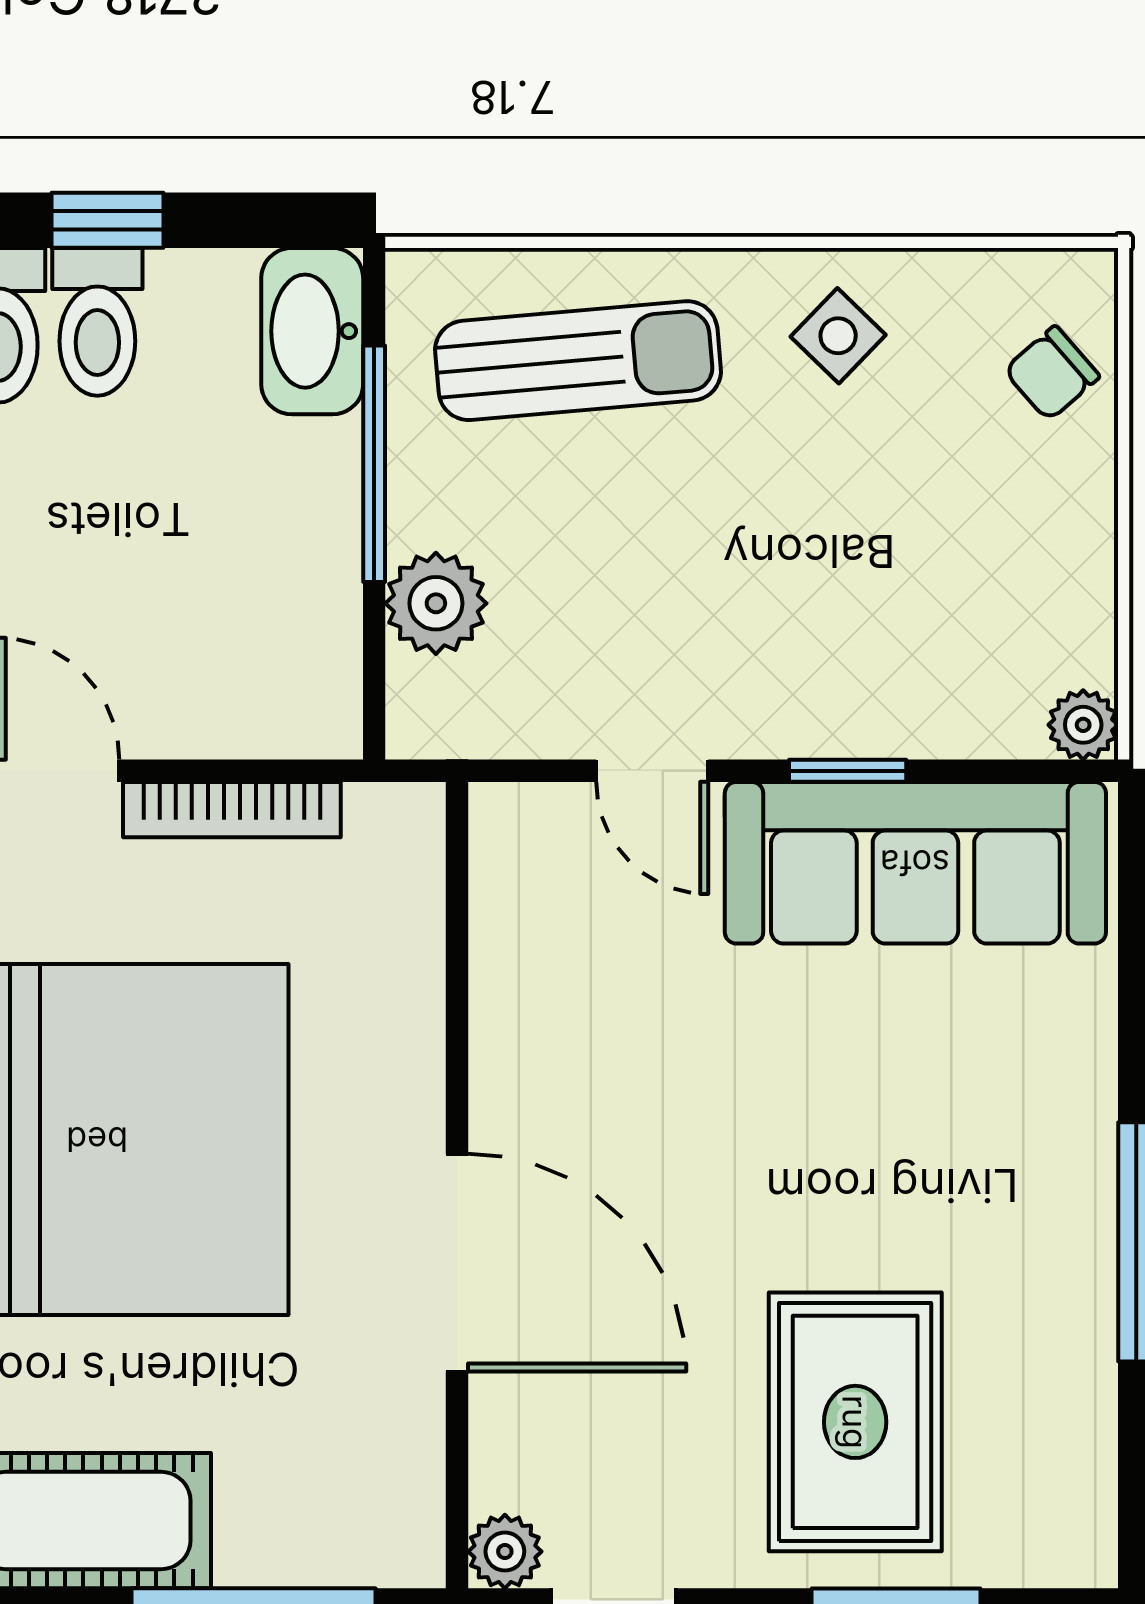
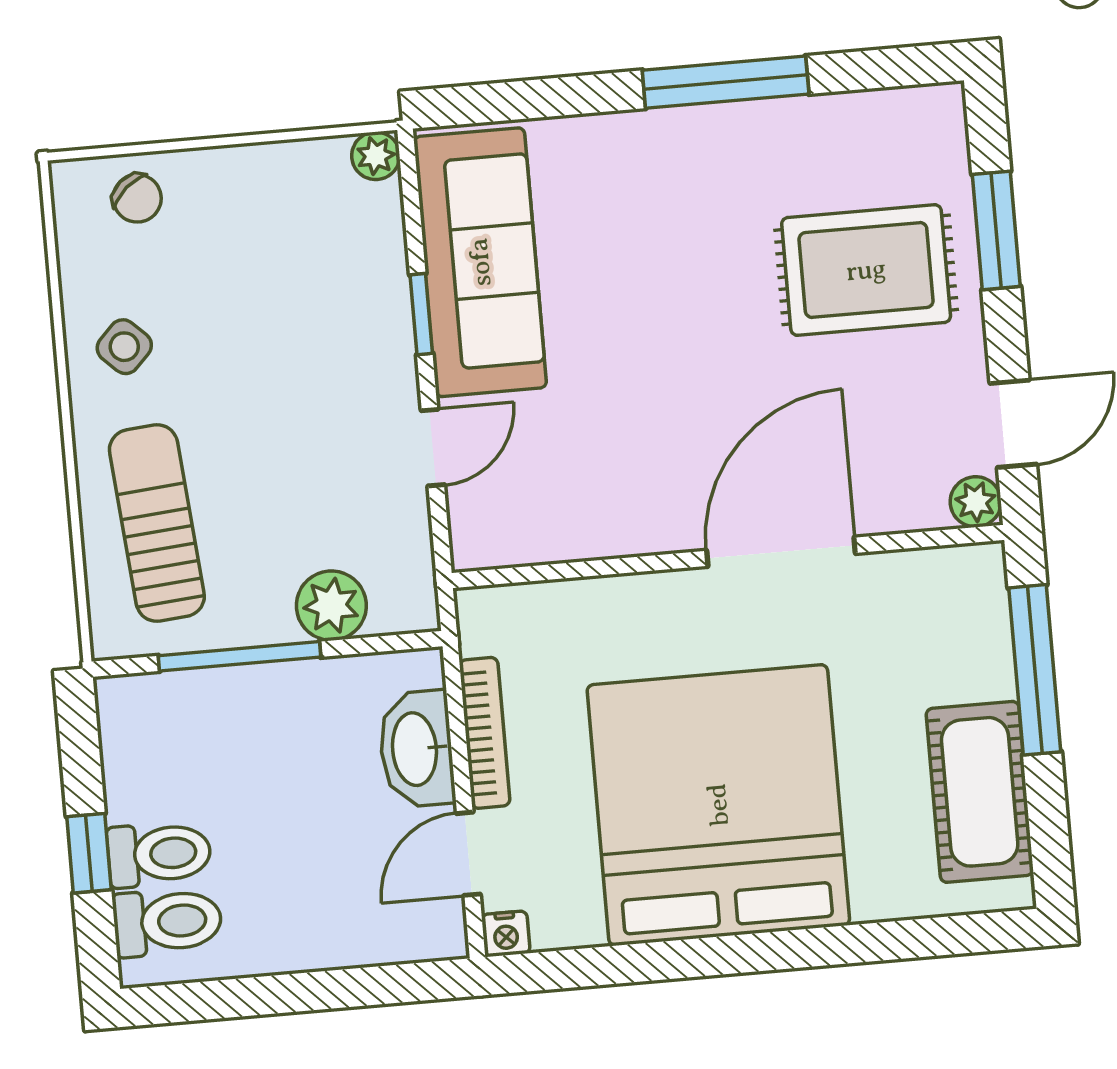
washbasin: (312, 331) -> (417, 749), moved, turned 90

